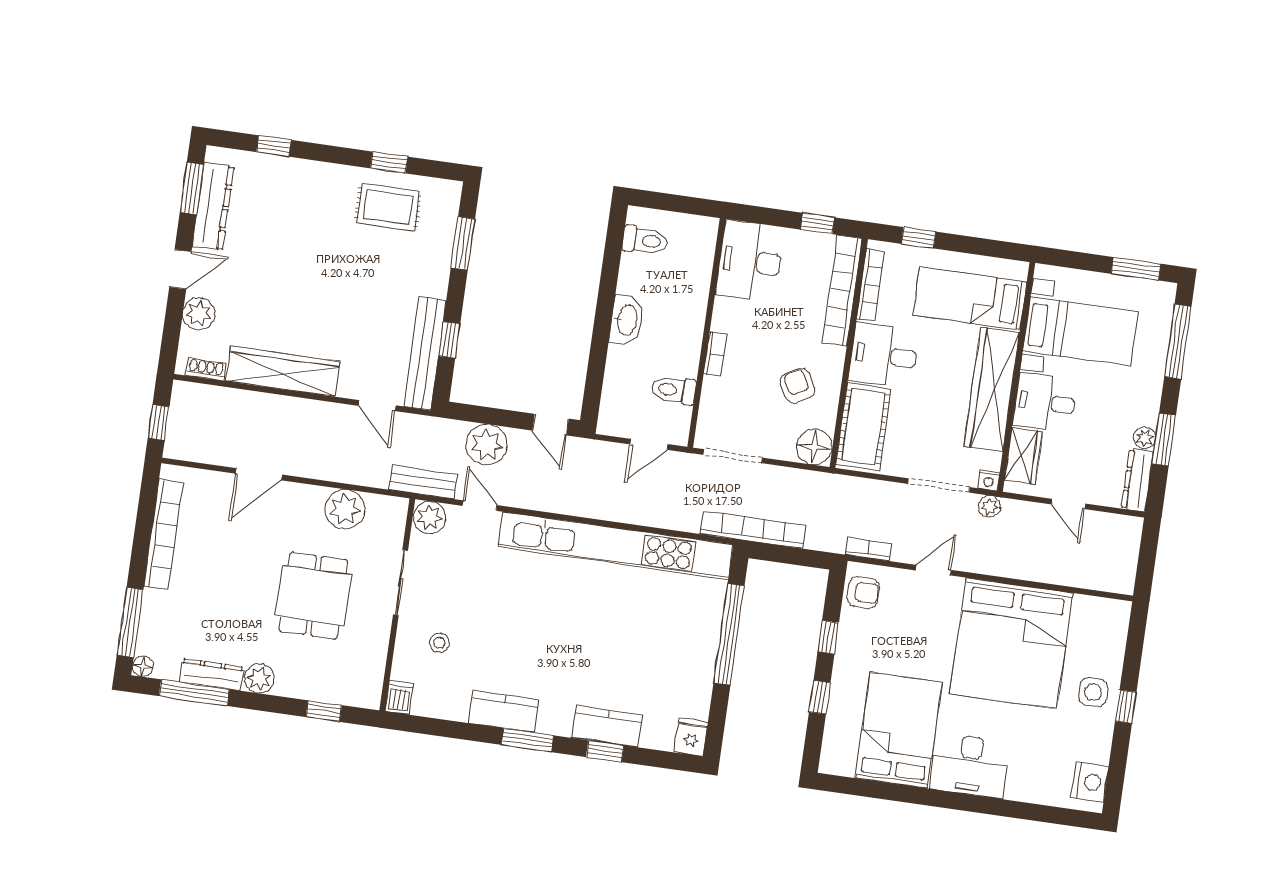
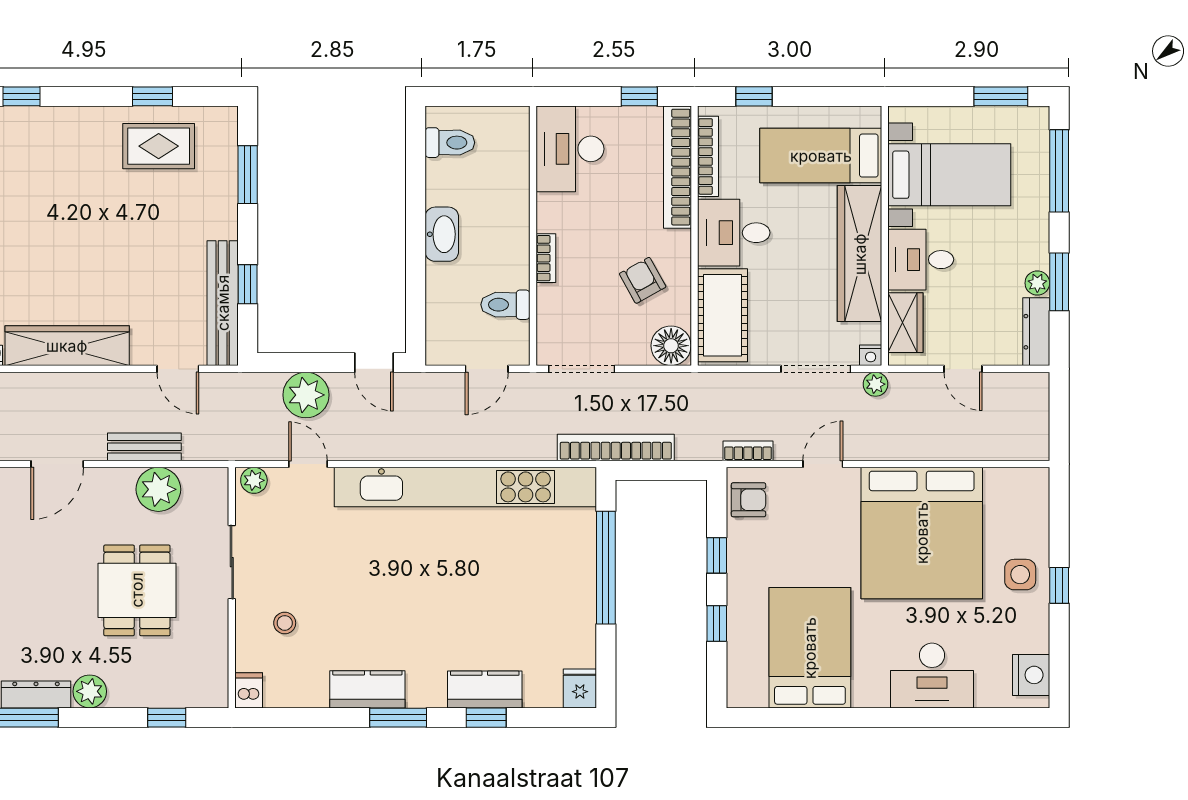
bench: (423, 482) -> (144, 447), moved
plant: (430, 518) -> (254, 480), width x0.73, depth x0.73
desk: (970, 765) -> (932, 675), moved

